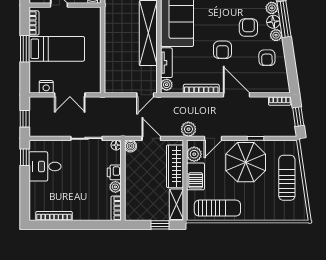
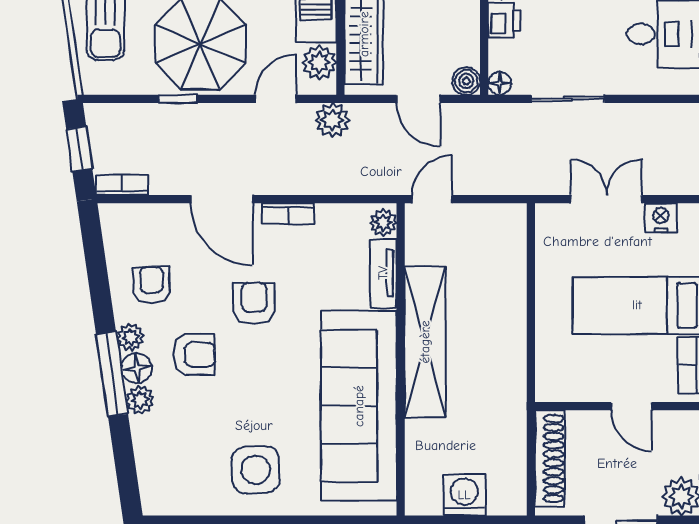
armchair: (248, 28) -> (194, 355), turned -90
bookcase: (201, 89) -> (288, 214), width x0.64

